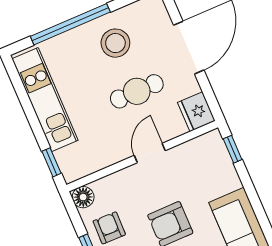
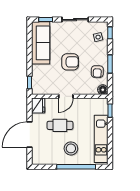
stool: (115, 43) -> (71, 148), moved

